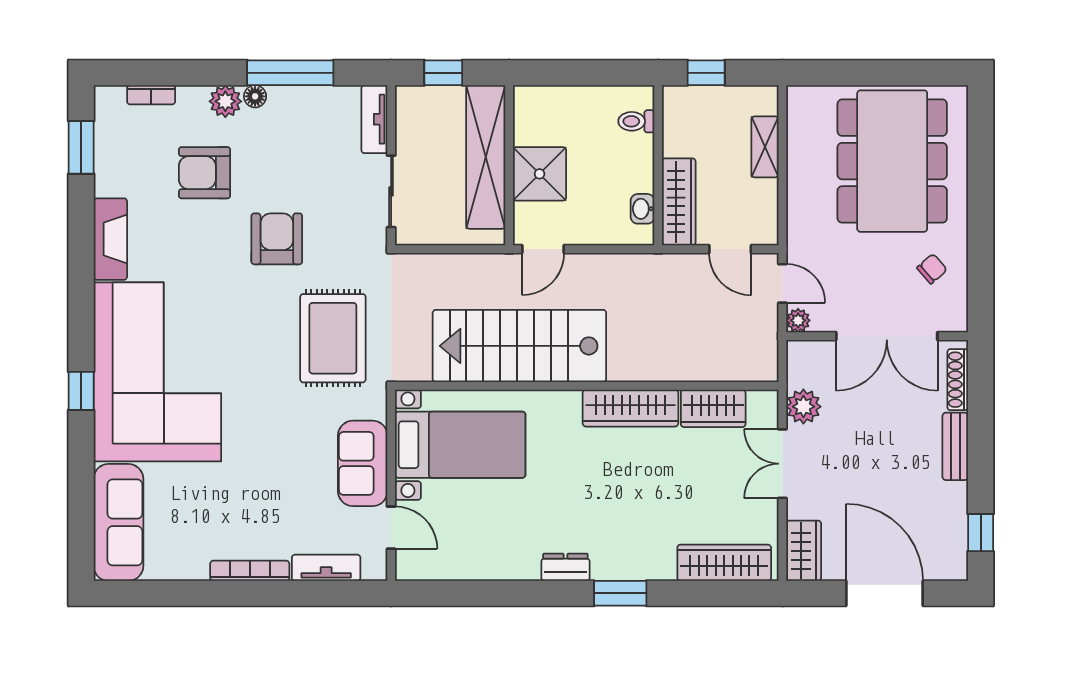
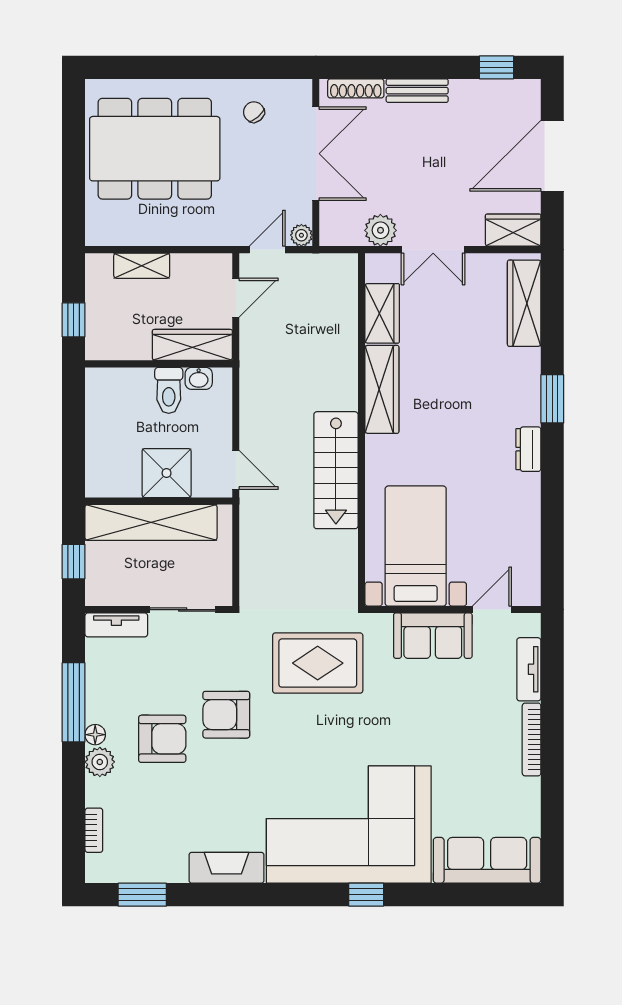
toilet: (636, 121) -> (169, 390), moved, width x1.37, depth x1.39
armchair: (205, 173) -> (162, 739), moved, turned -90
stairs: (519, 346) -> (336, 470), width x0.73, depth x0.66

